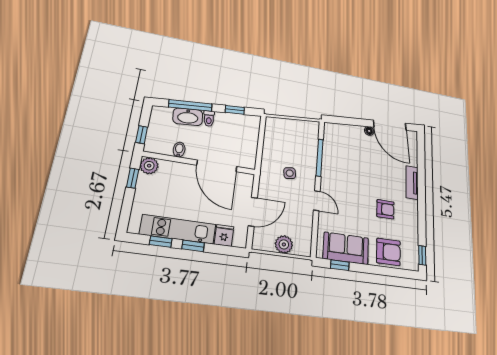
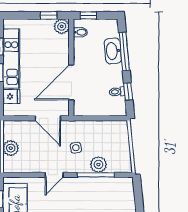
toilet: (209, 119) -> (117, 92), moved
bidet: (179, 150) -> (81, 32), moved
plant: (309, 153) -> (98, 165), added
door: (253, 212) -> (48, 118), moved

